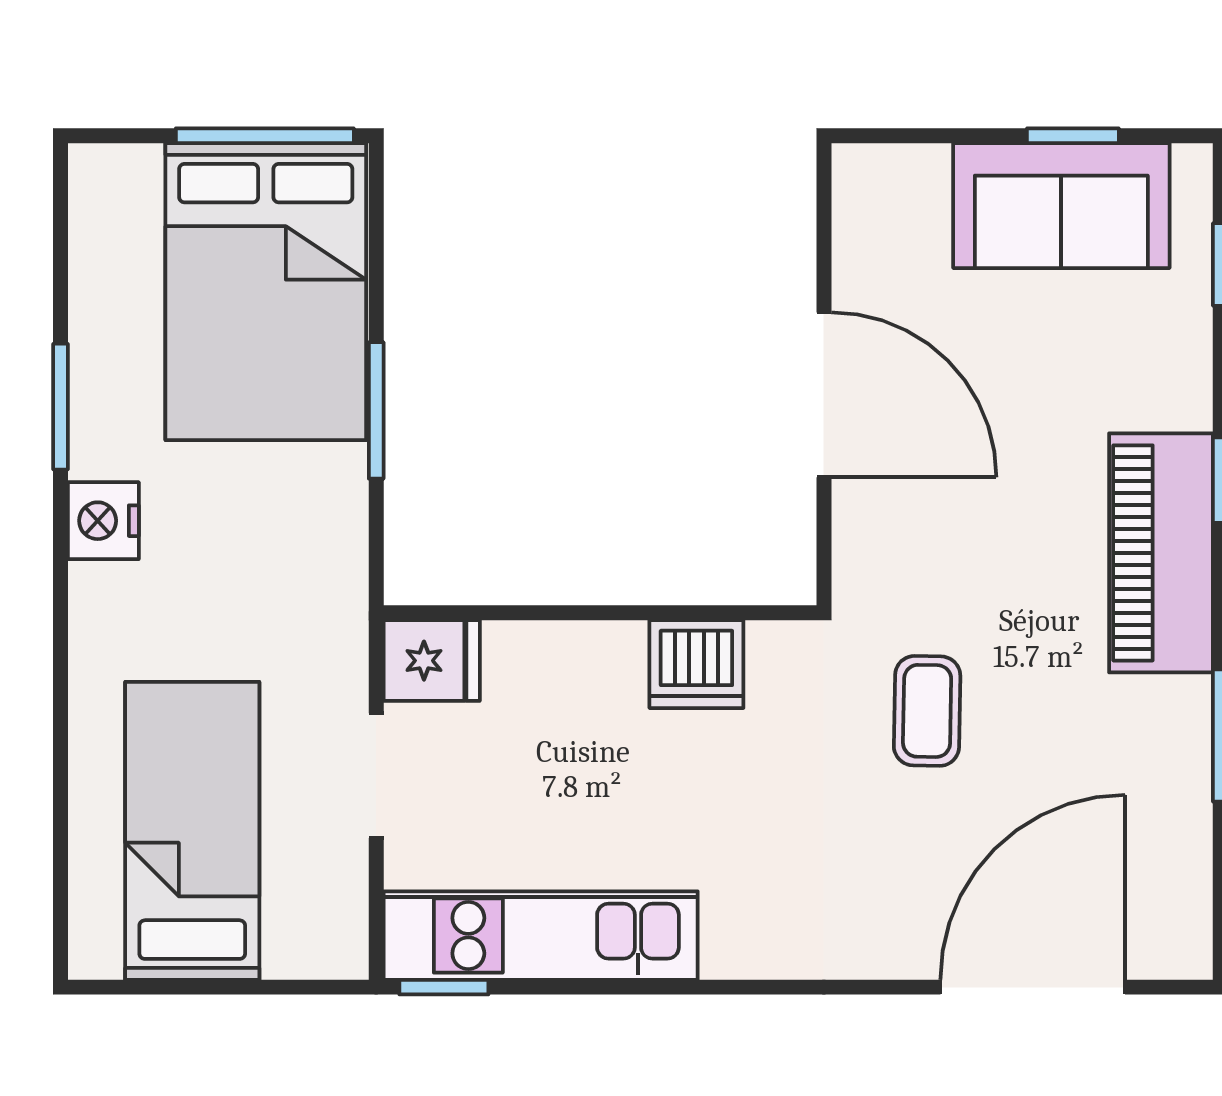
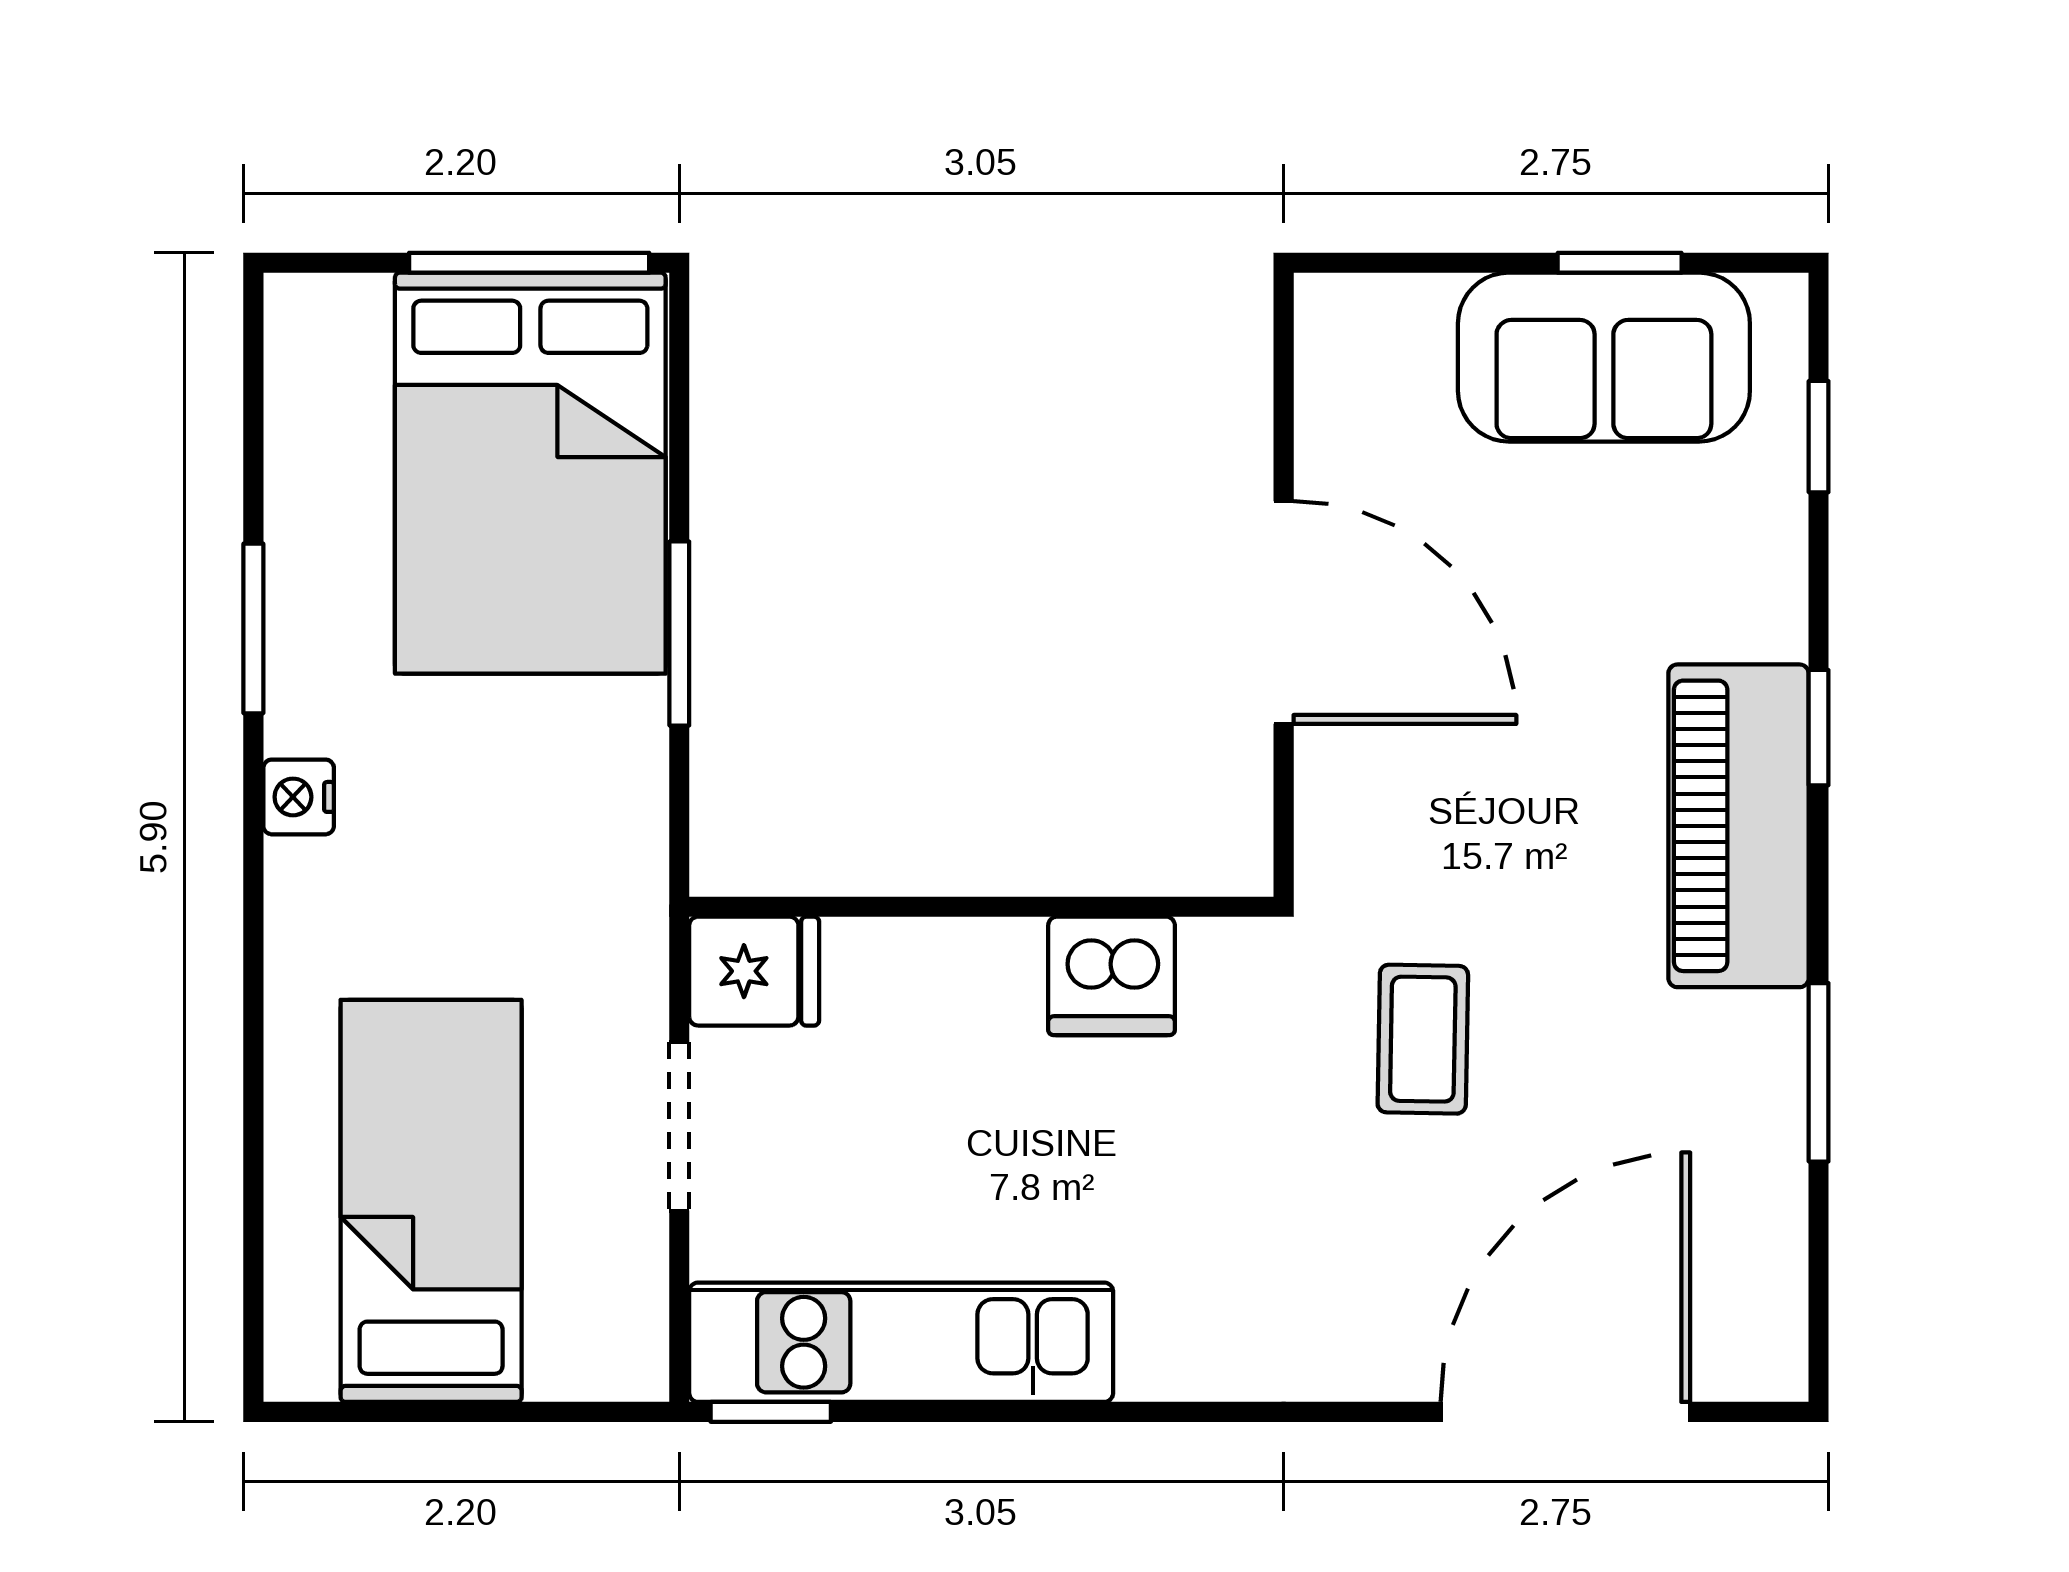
nightstand: (103, 521) -> (299, 797), width x0.72, depth x0.74

